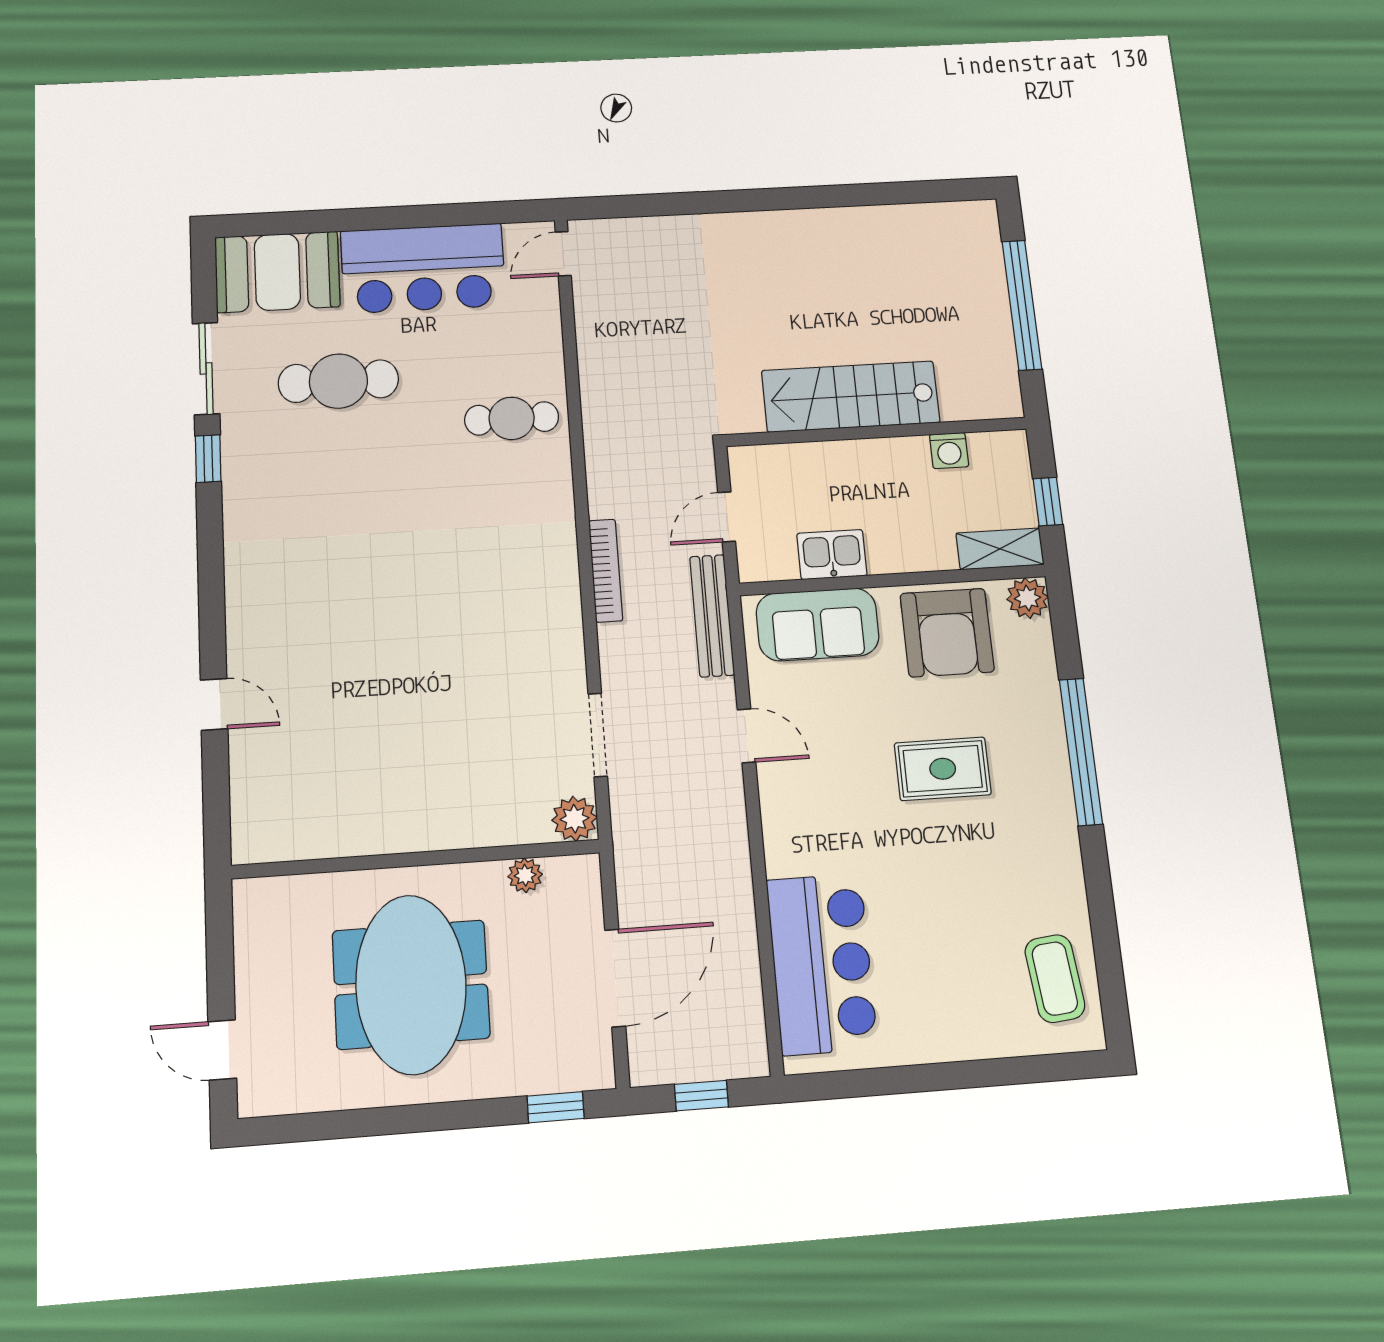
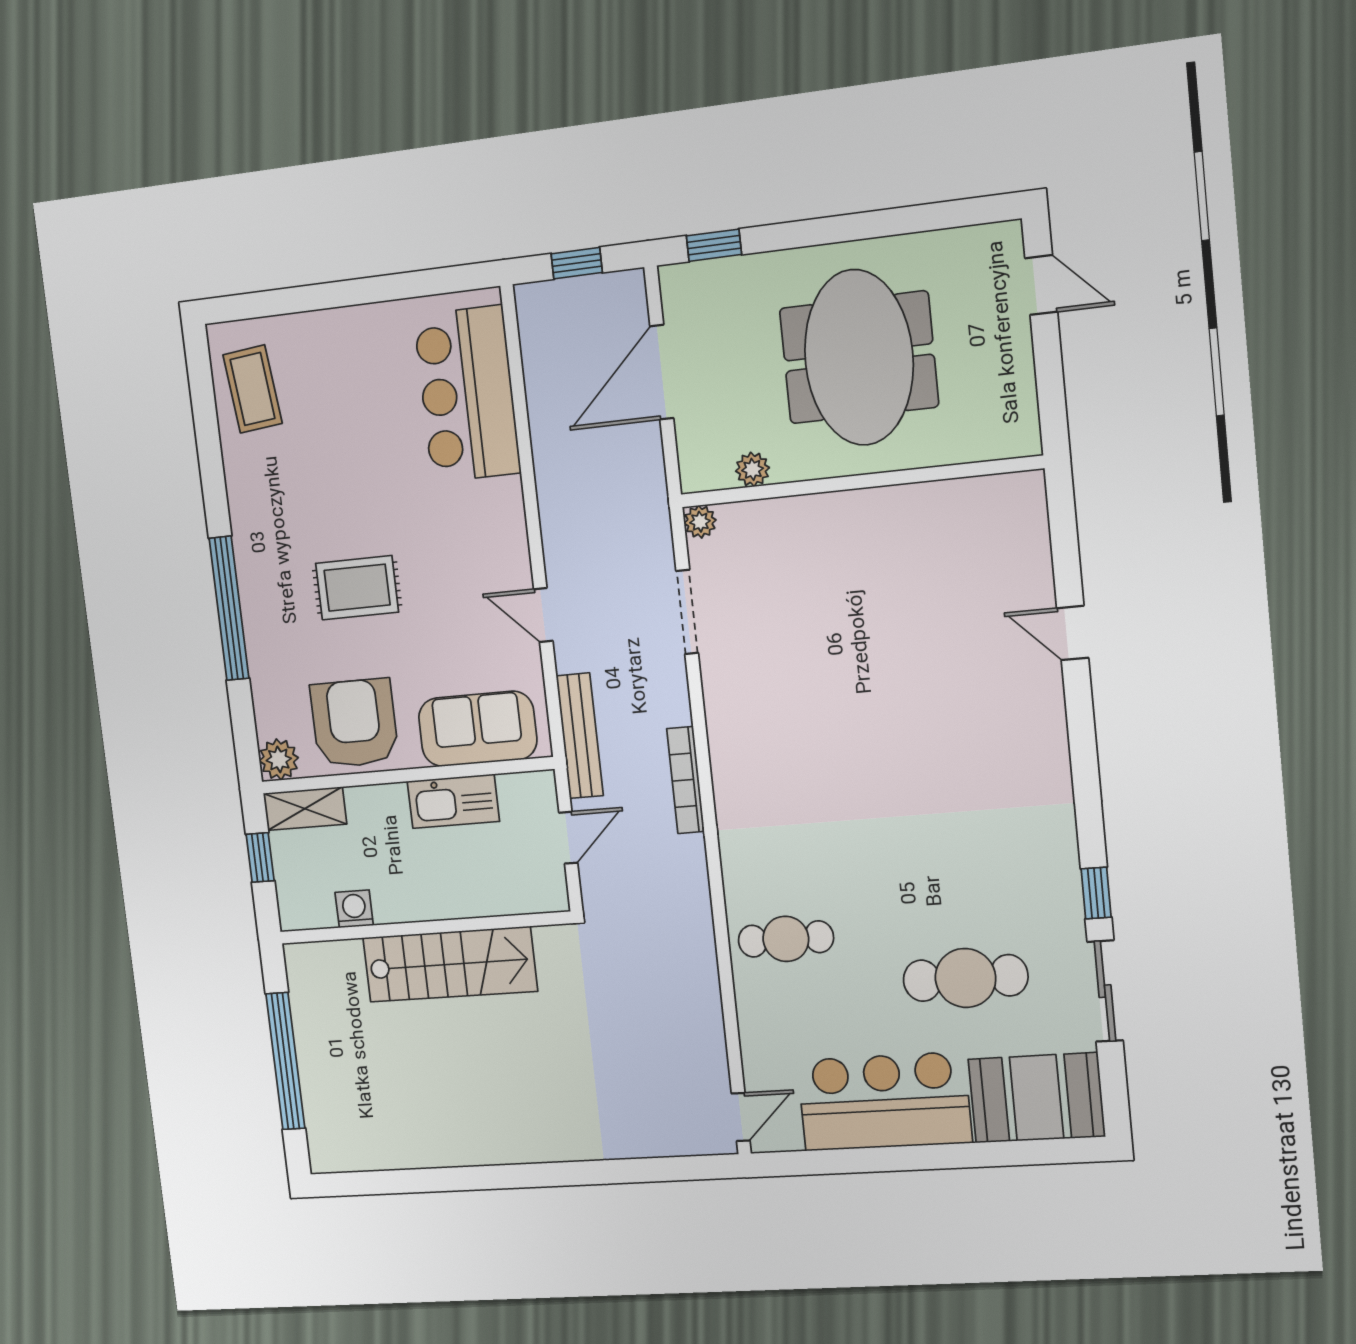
kitchen sink: (832, 555) -> (453, 801), width x1.38
plant: (574, 819) -> (700, 522), width x0.73, depth x0.73

